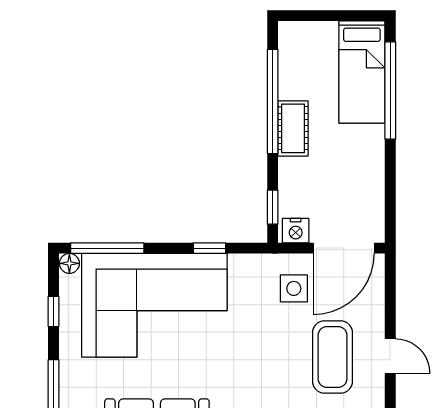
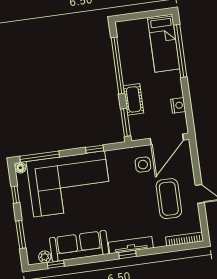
cot: (293, 128) -> (134, 99), moved
window: (273, 207) -> (126, 122), width x1.50
nightstand: (296, 231) -> (178, 105), moved, turned -90

